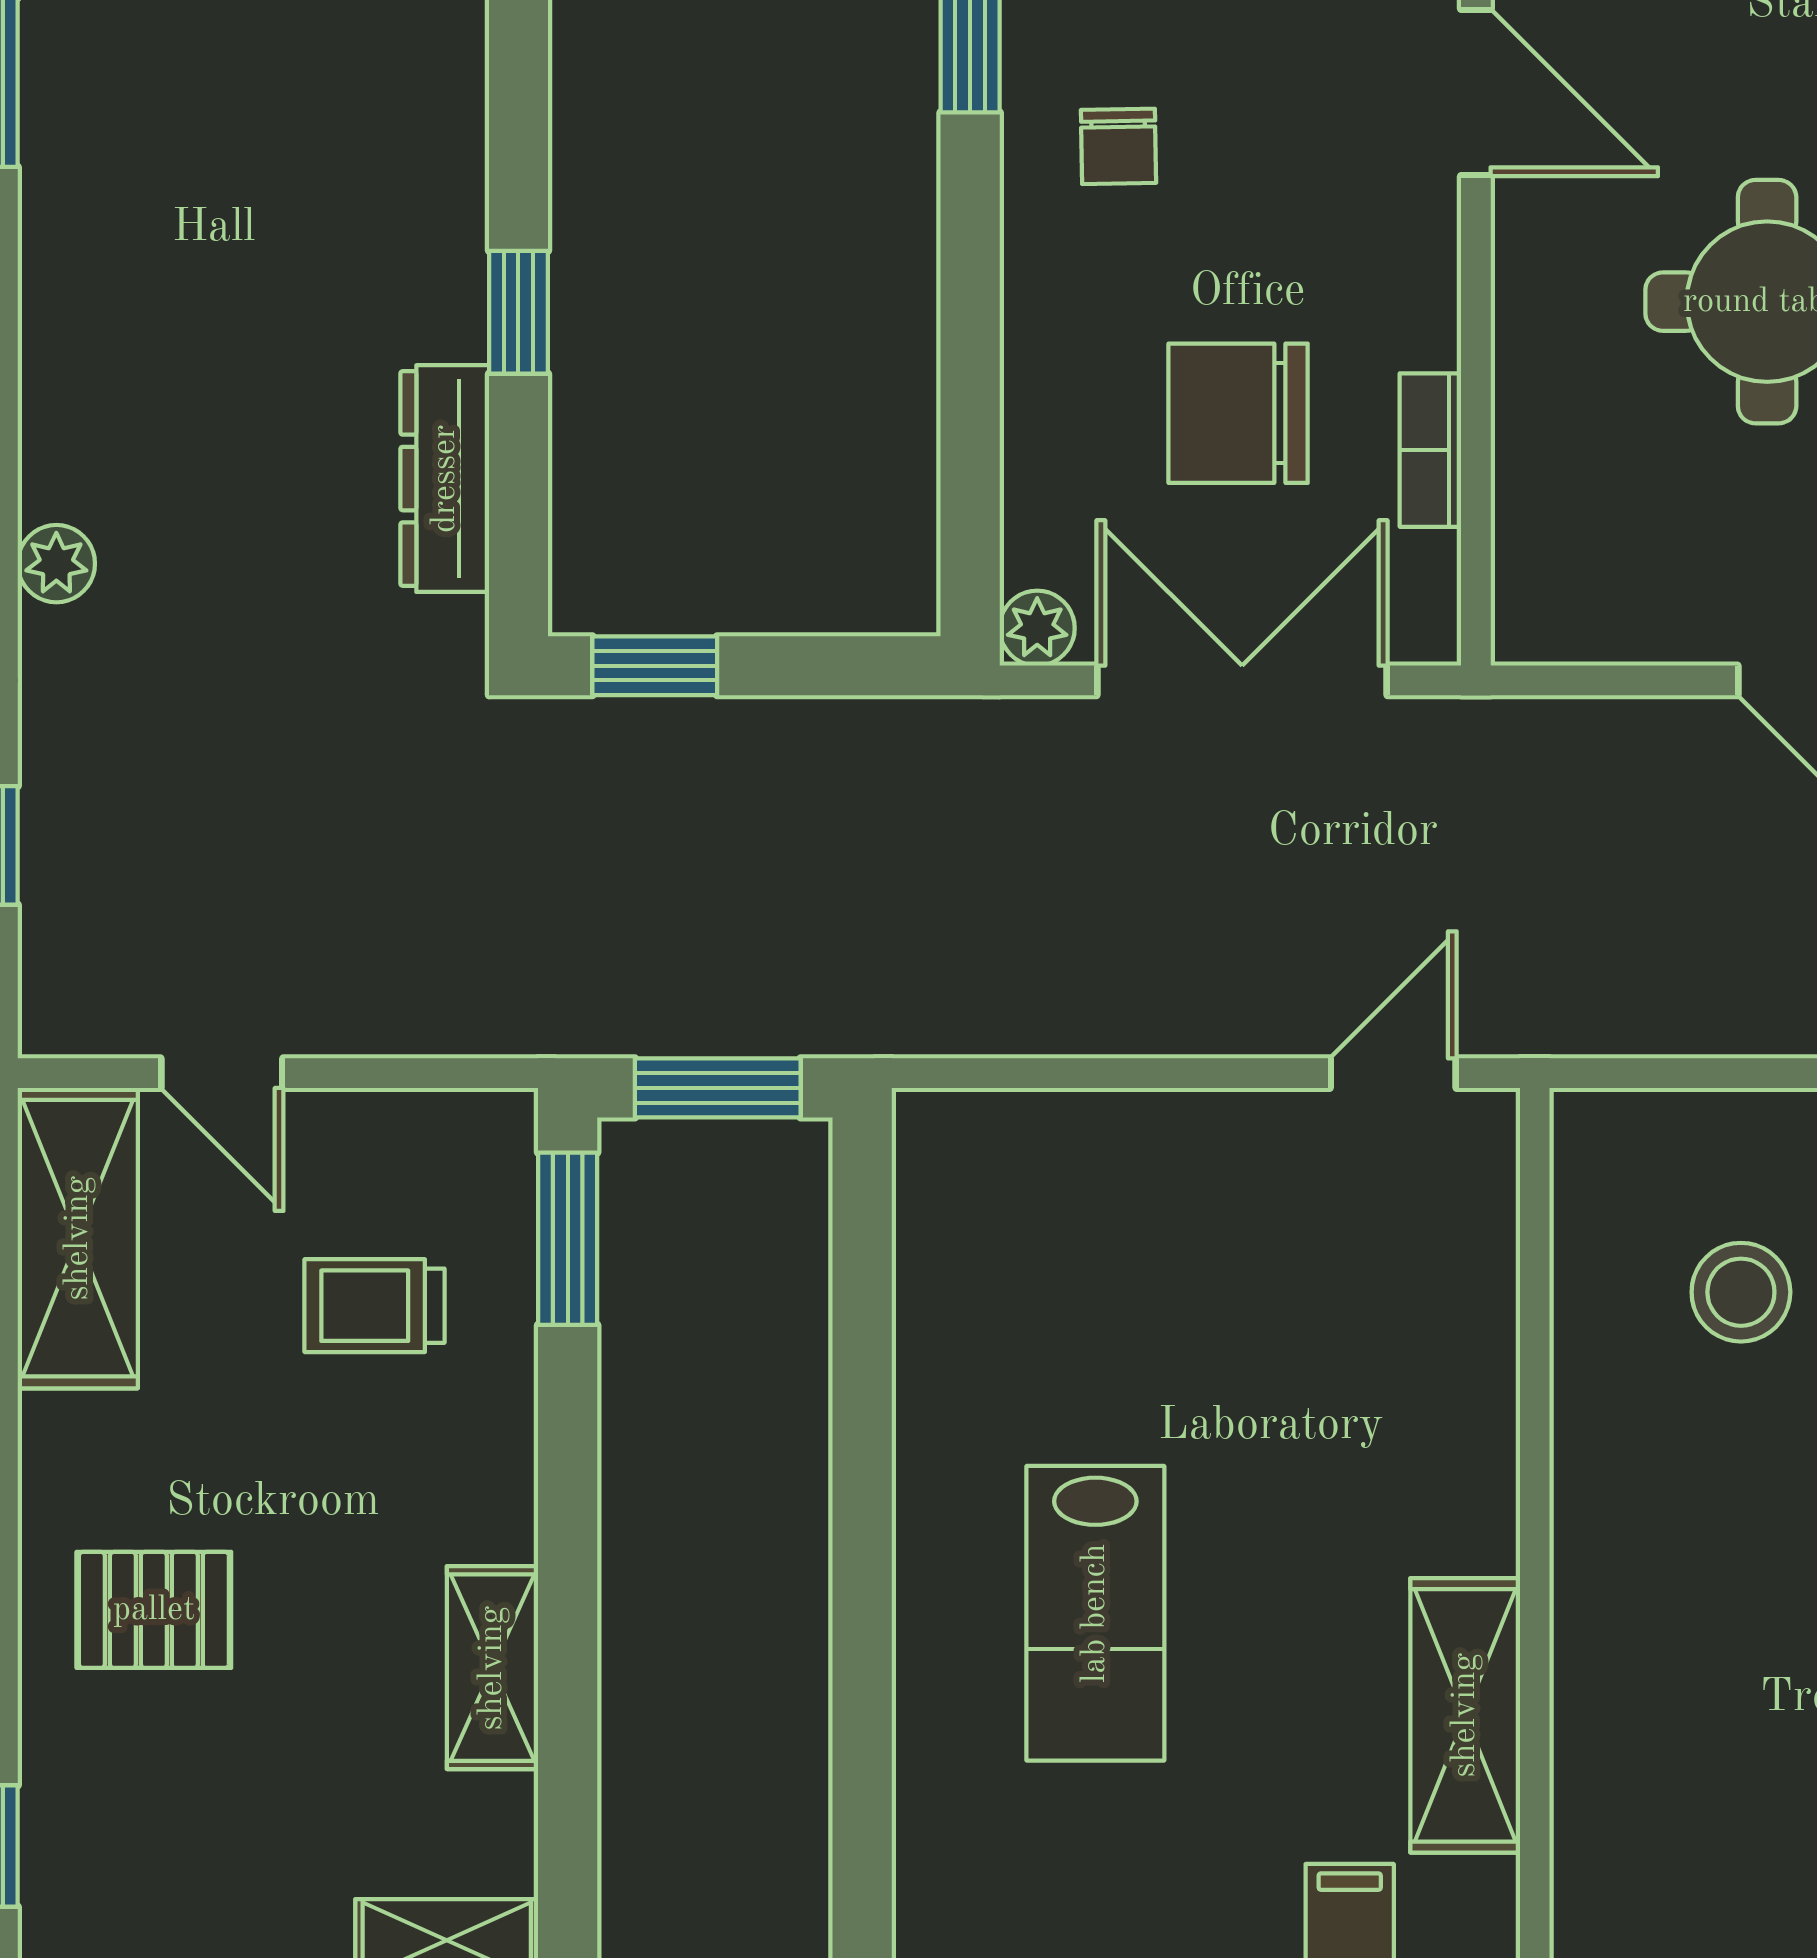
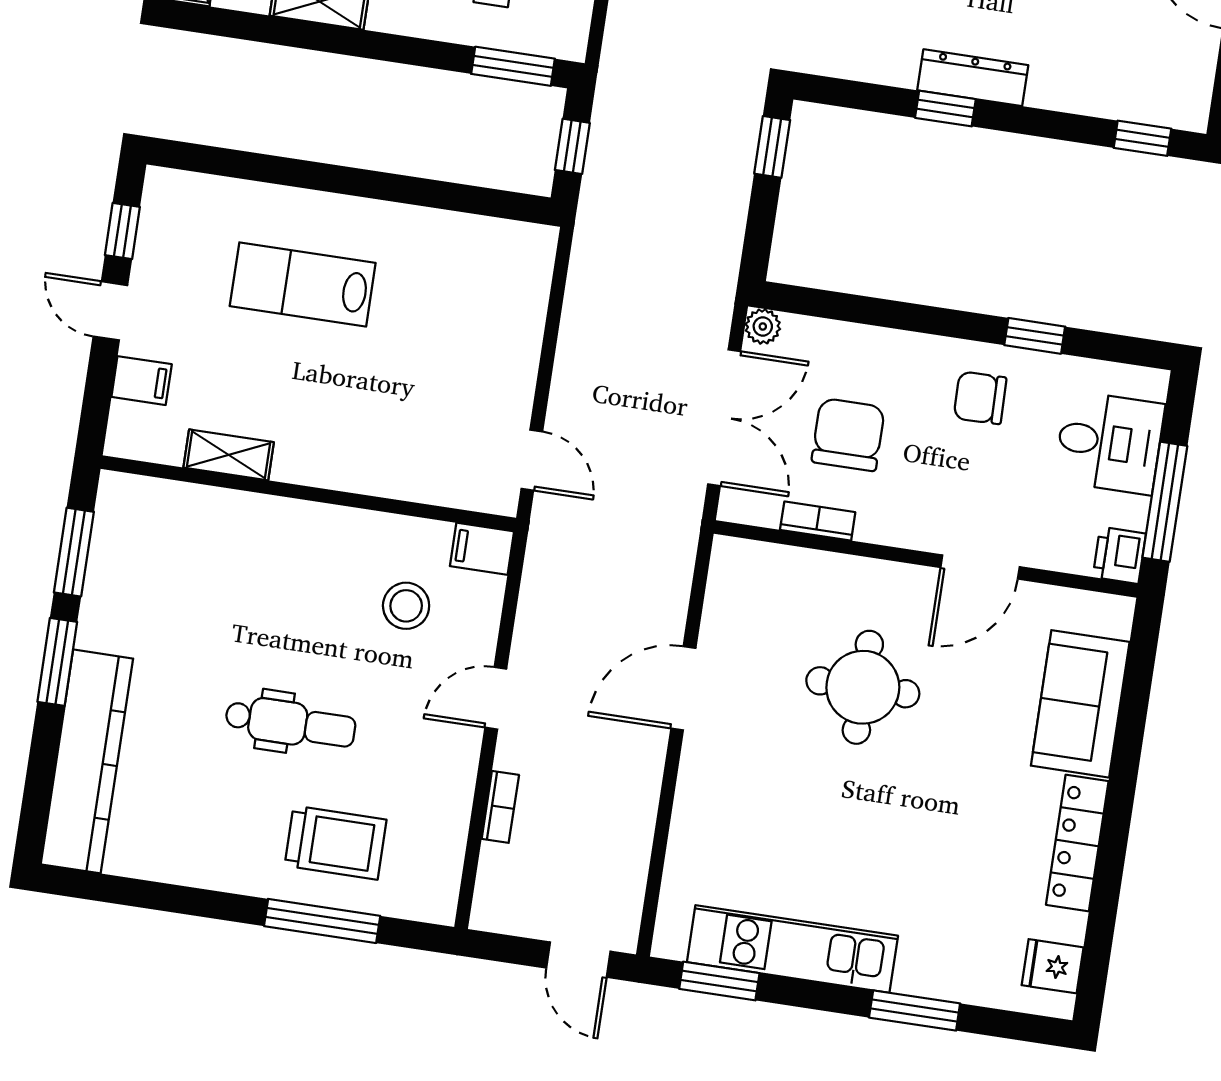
chair: (1119, 146) -> (980, 398), width x1.37, depth x1.37
dresser: (445, 479) -> (973, 78), moved
window: (718, 1088) -> (572, 146), width x0.67
filing cabinet: (1596, 1150) -> (482, 549), added
shelving: (1465, 1715) -> (229, 455), width x0.67, depth x0.75

